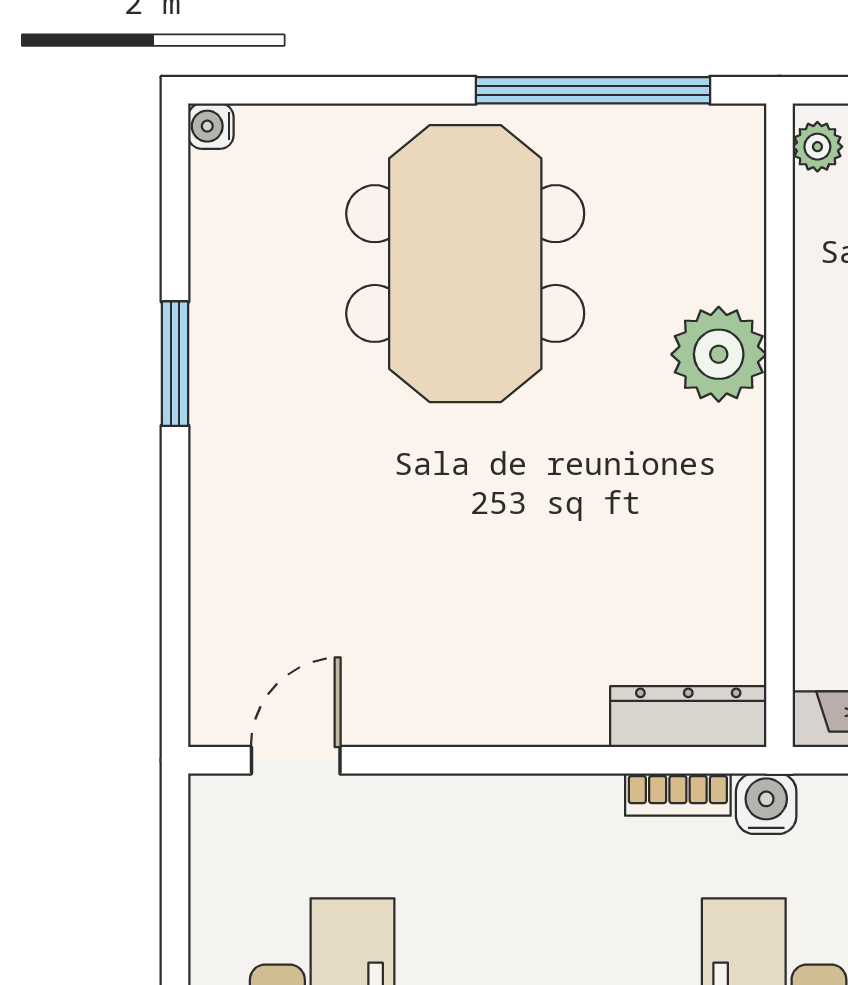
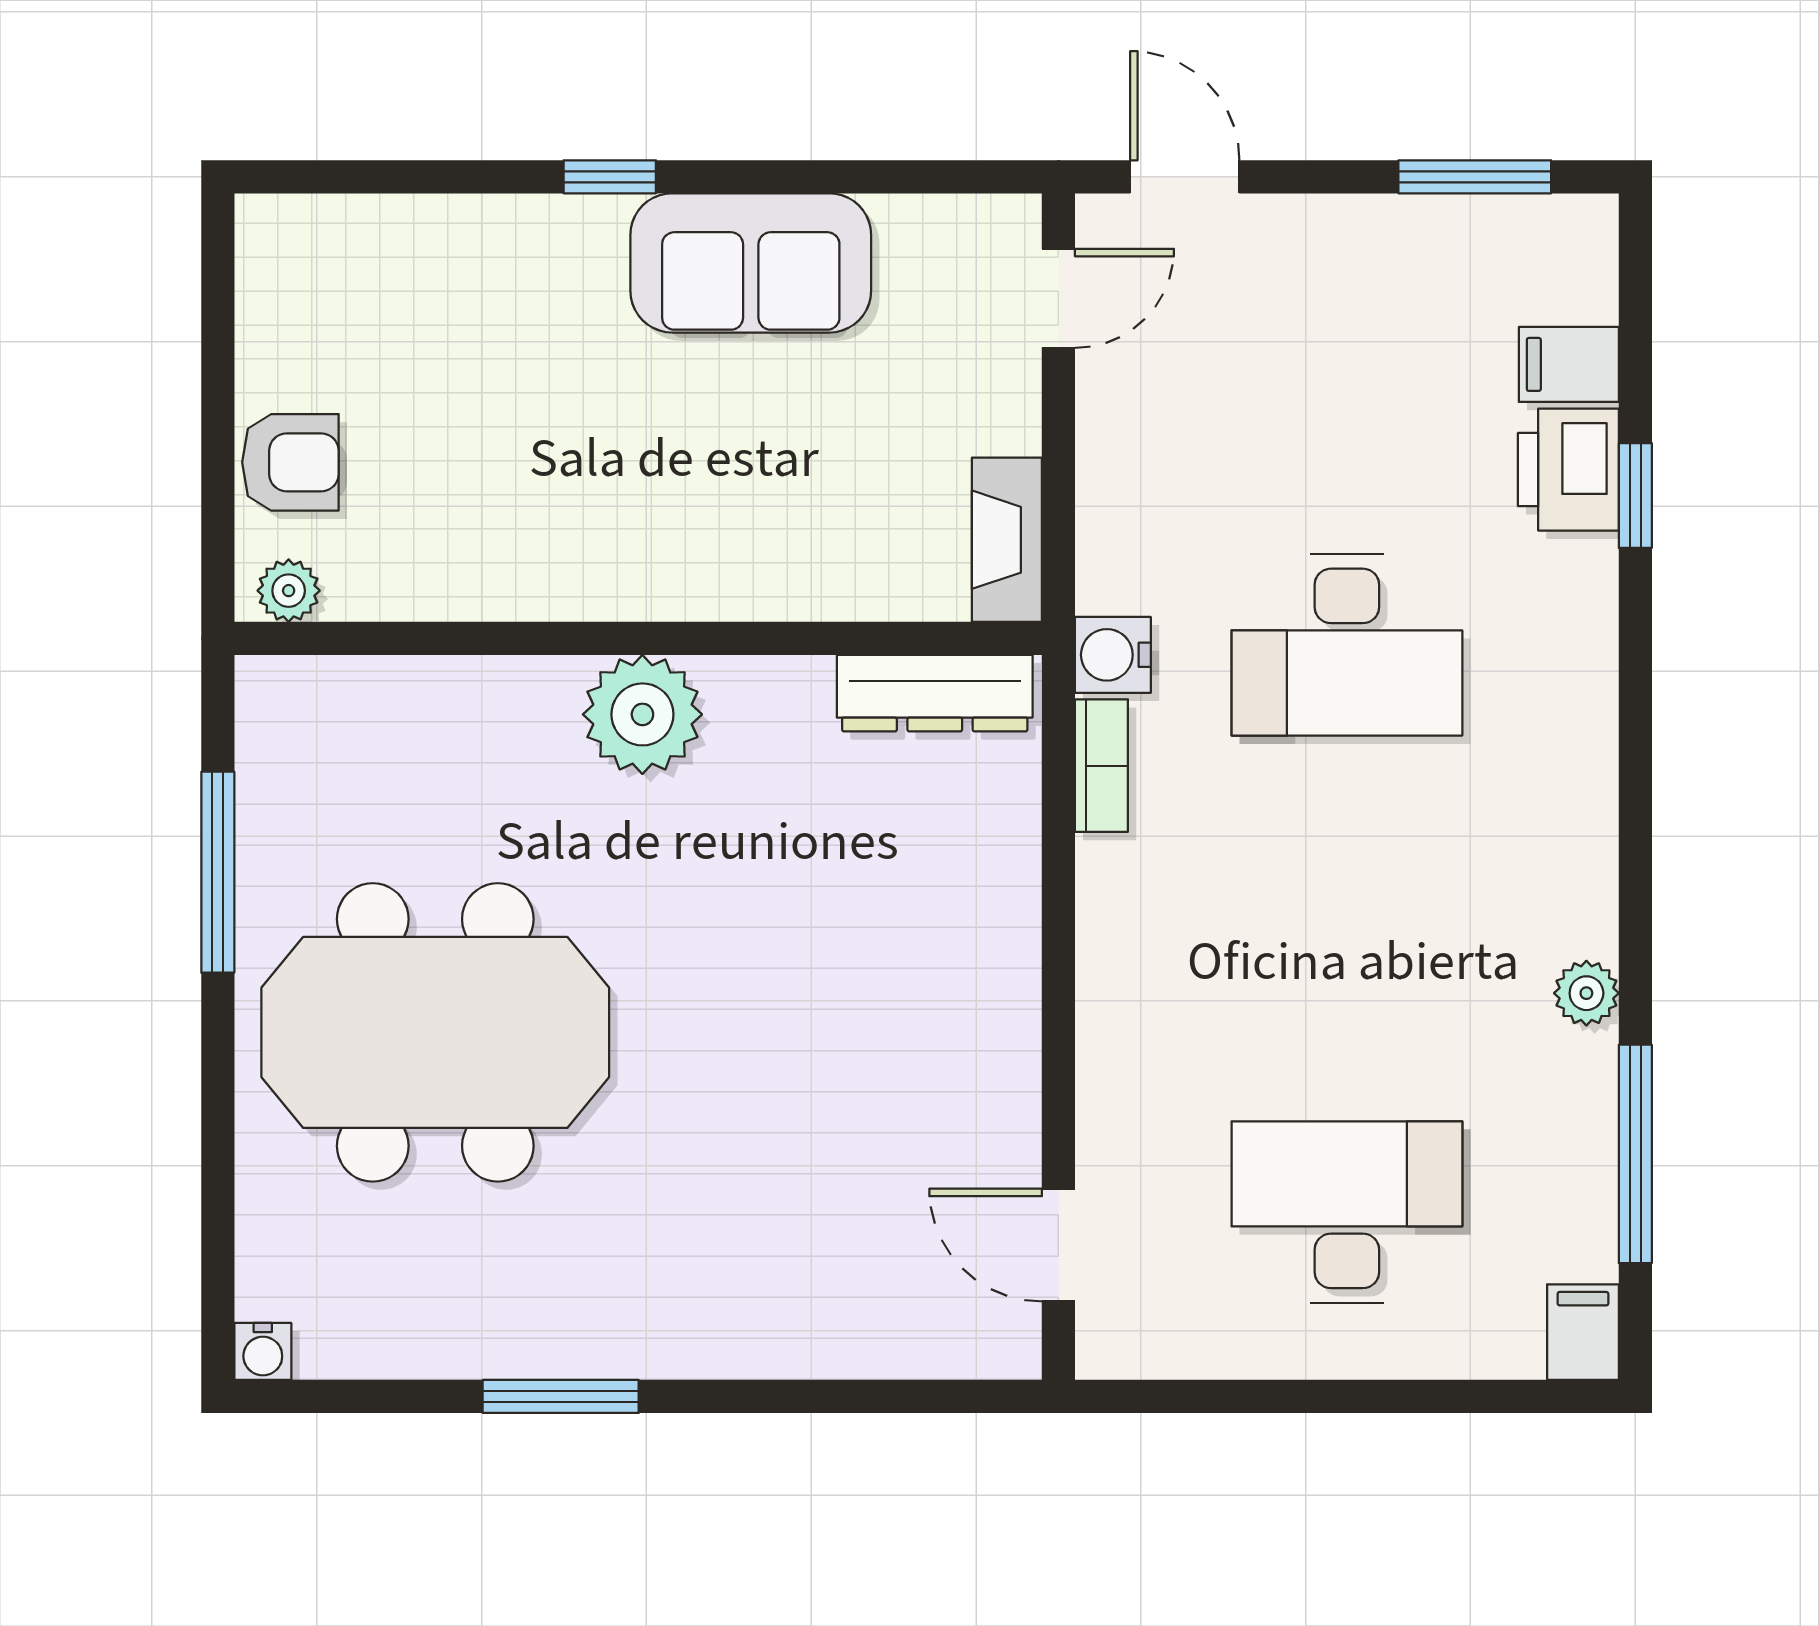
window: (593, 90) -> (218, 872), width x0.68
plant: (719, 354) -> (642, 714), moved
dresser: (688, 717) -> (935, 693), moved, turned -90

